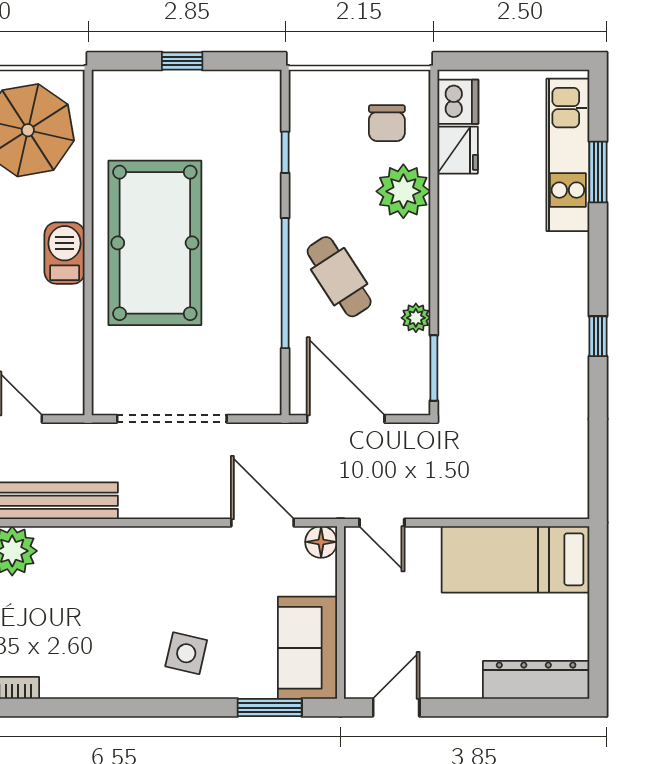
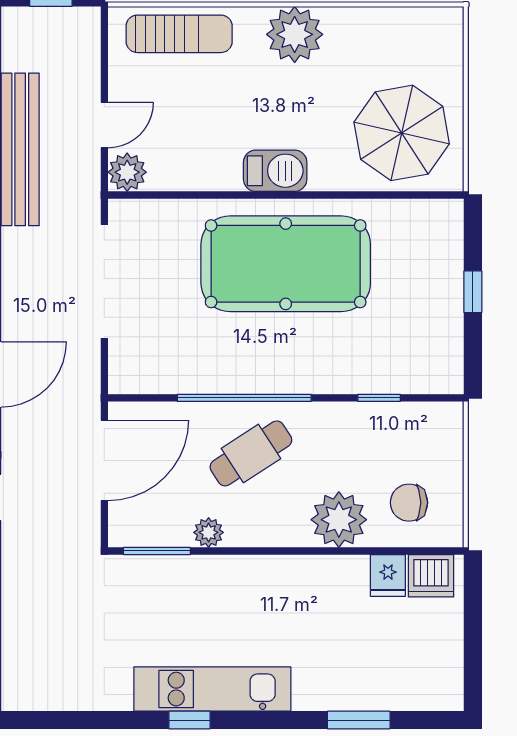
fridge: (458, 150) -> (388, 575), width x0.72
kitchen unit: (568, 155) -> (212, 689), moved
plant: (66, 397) -> (127, 172), added

